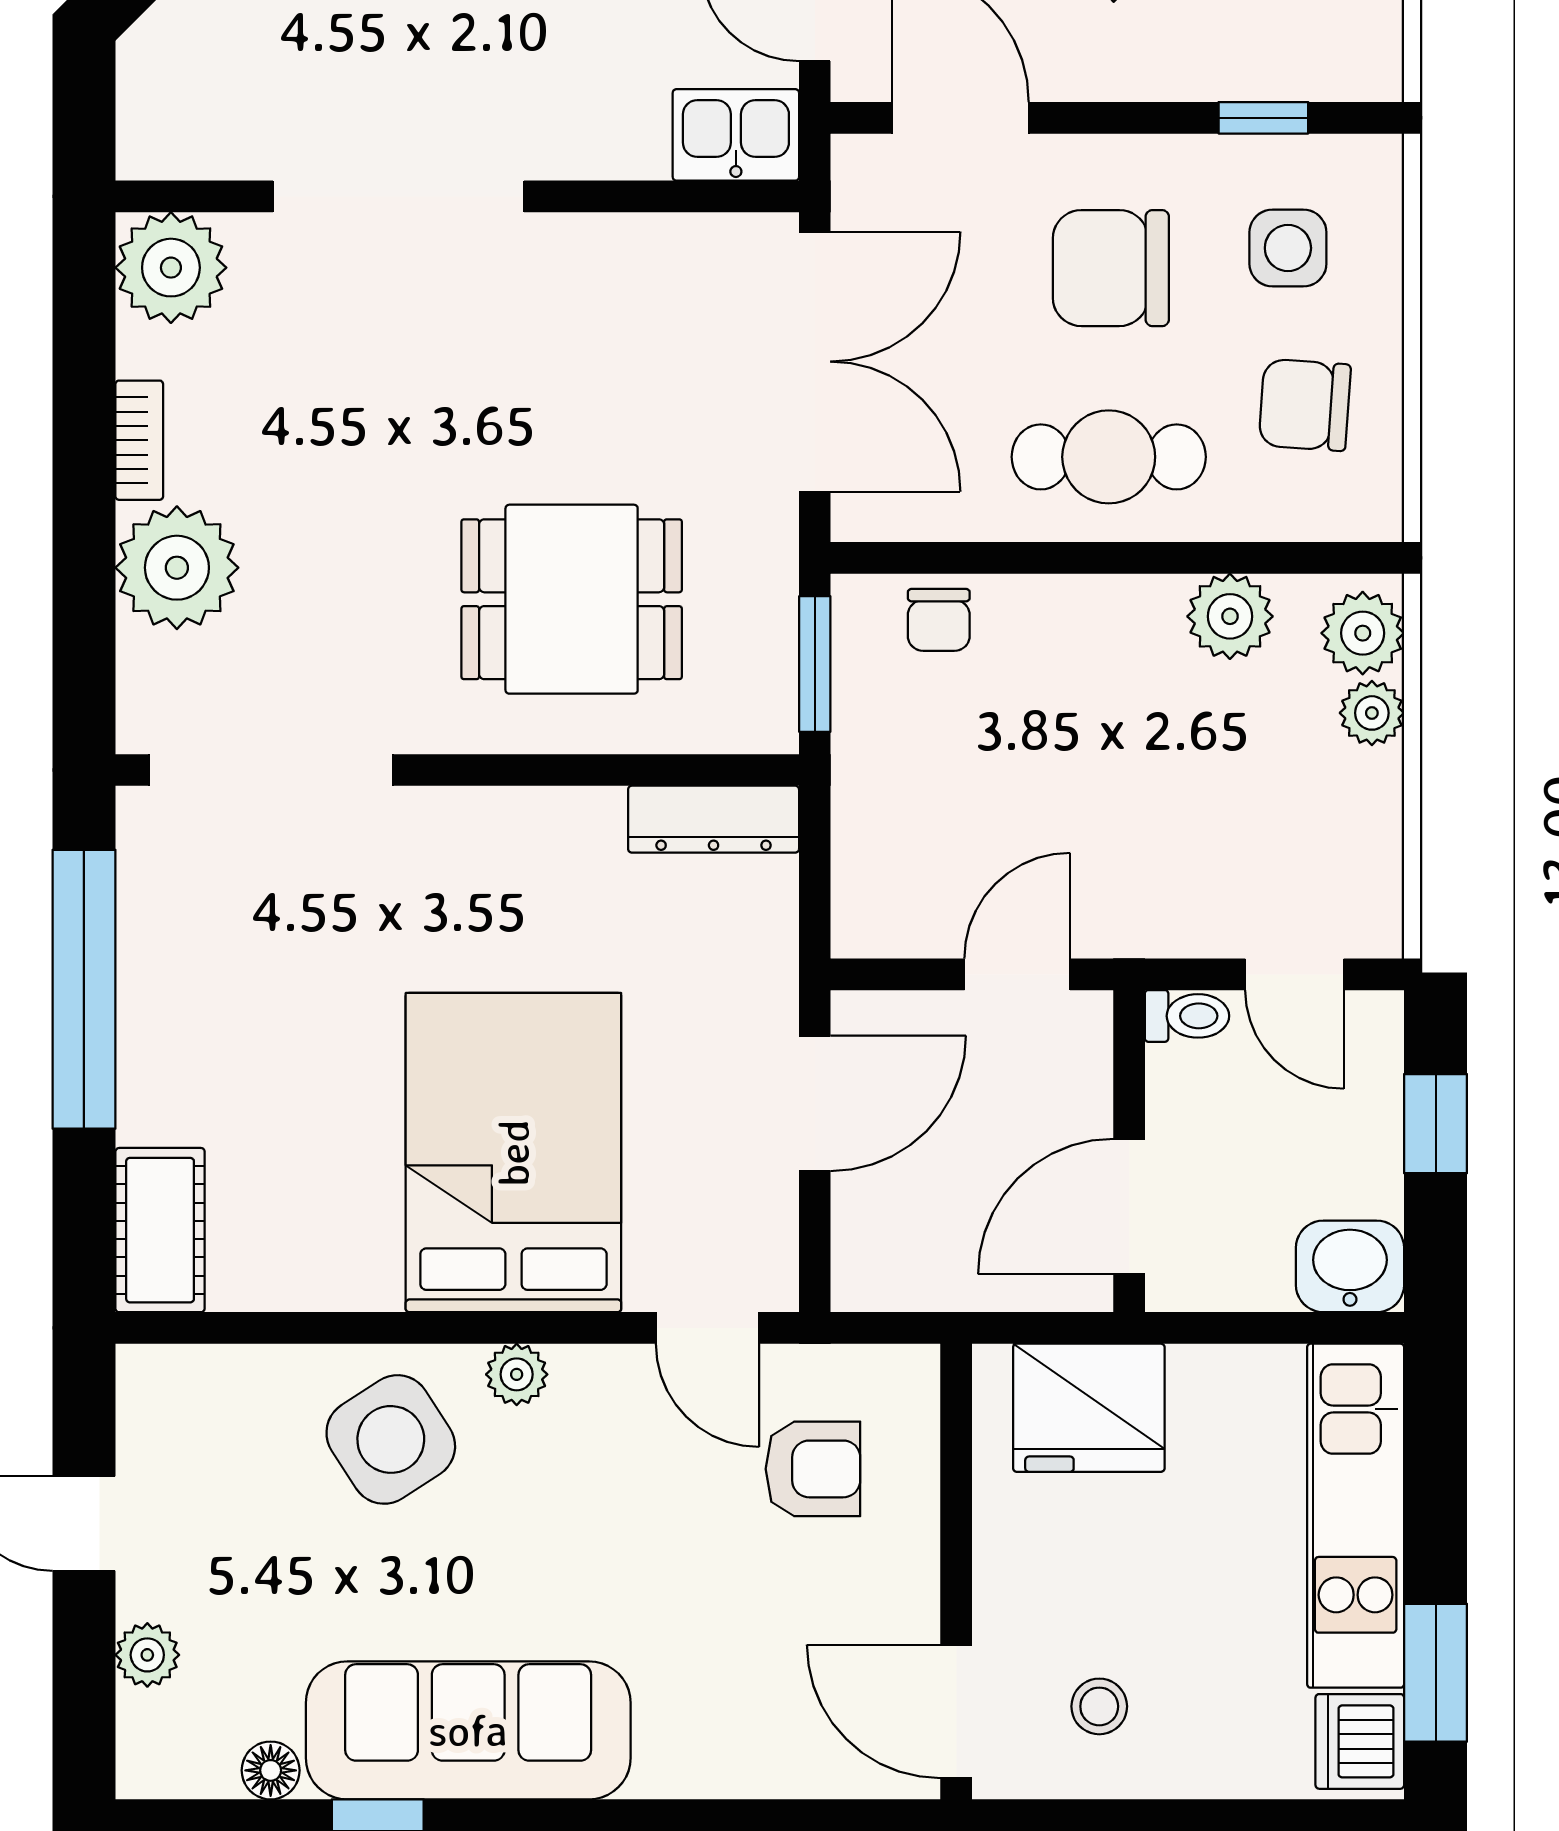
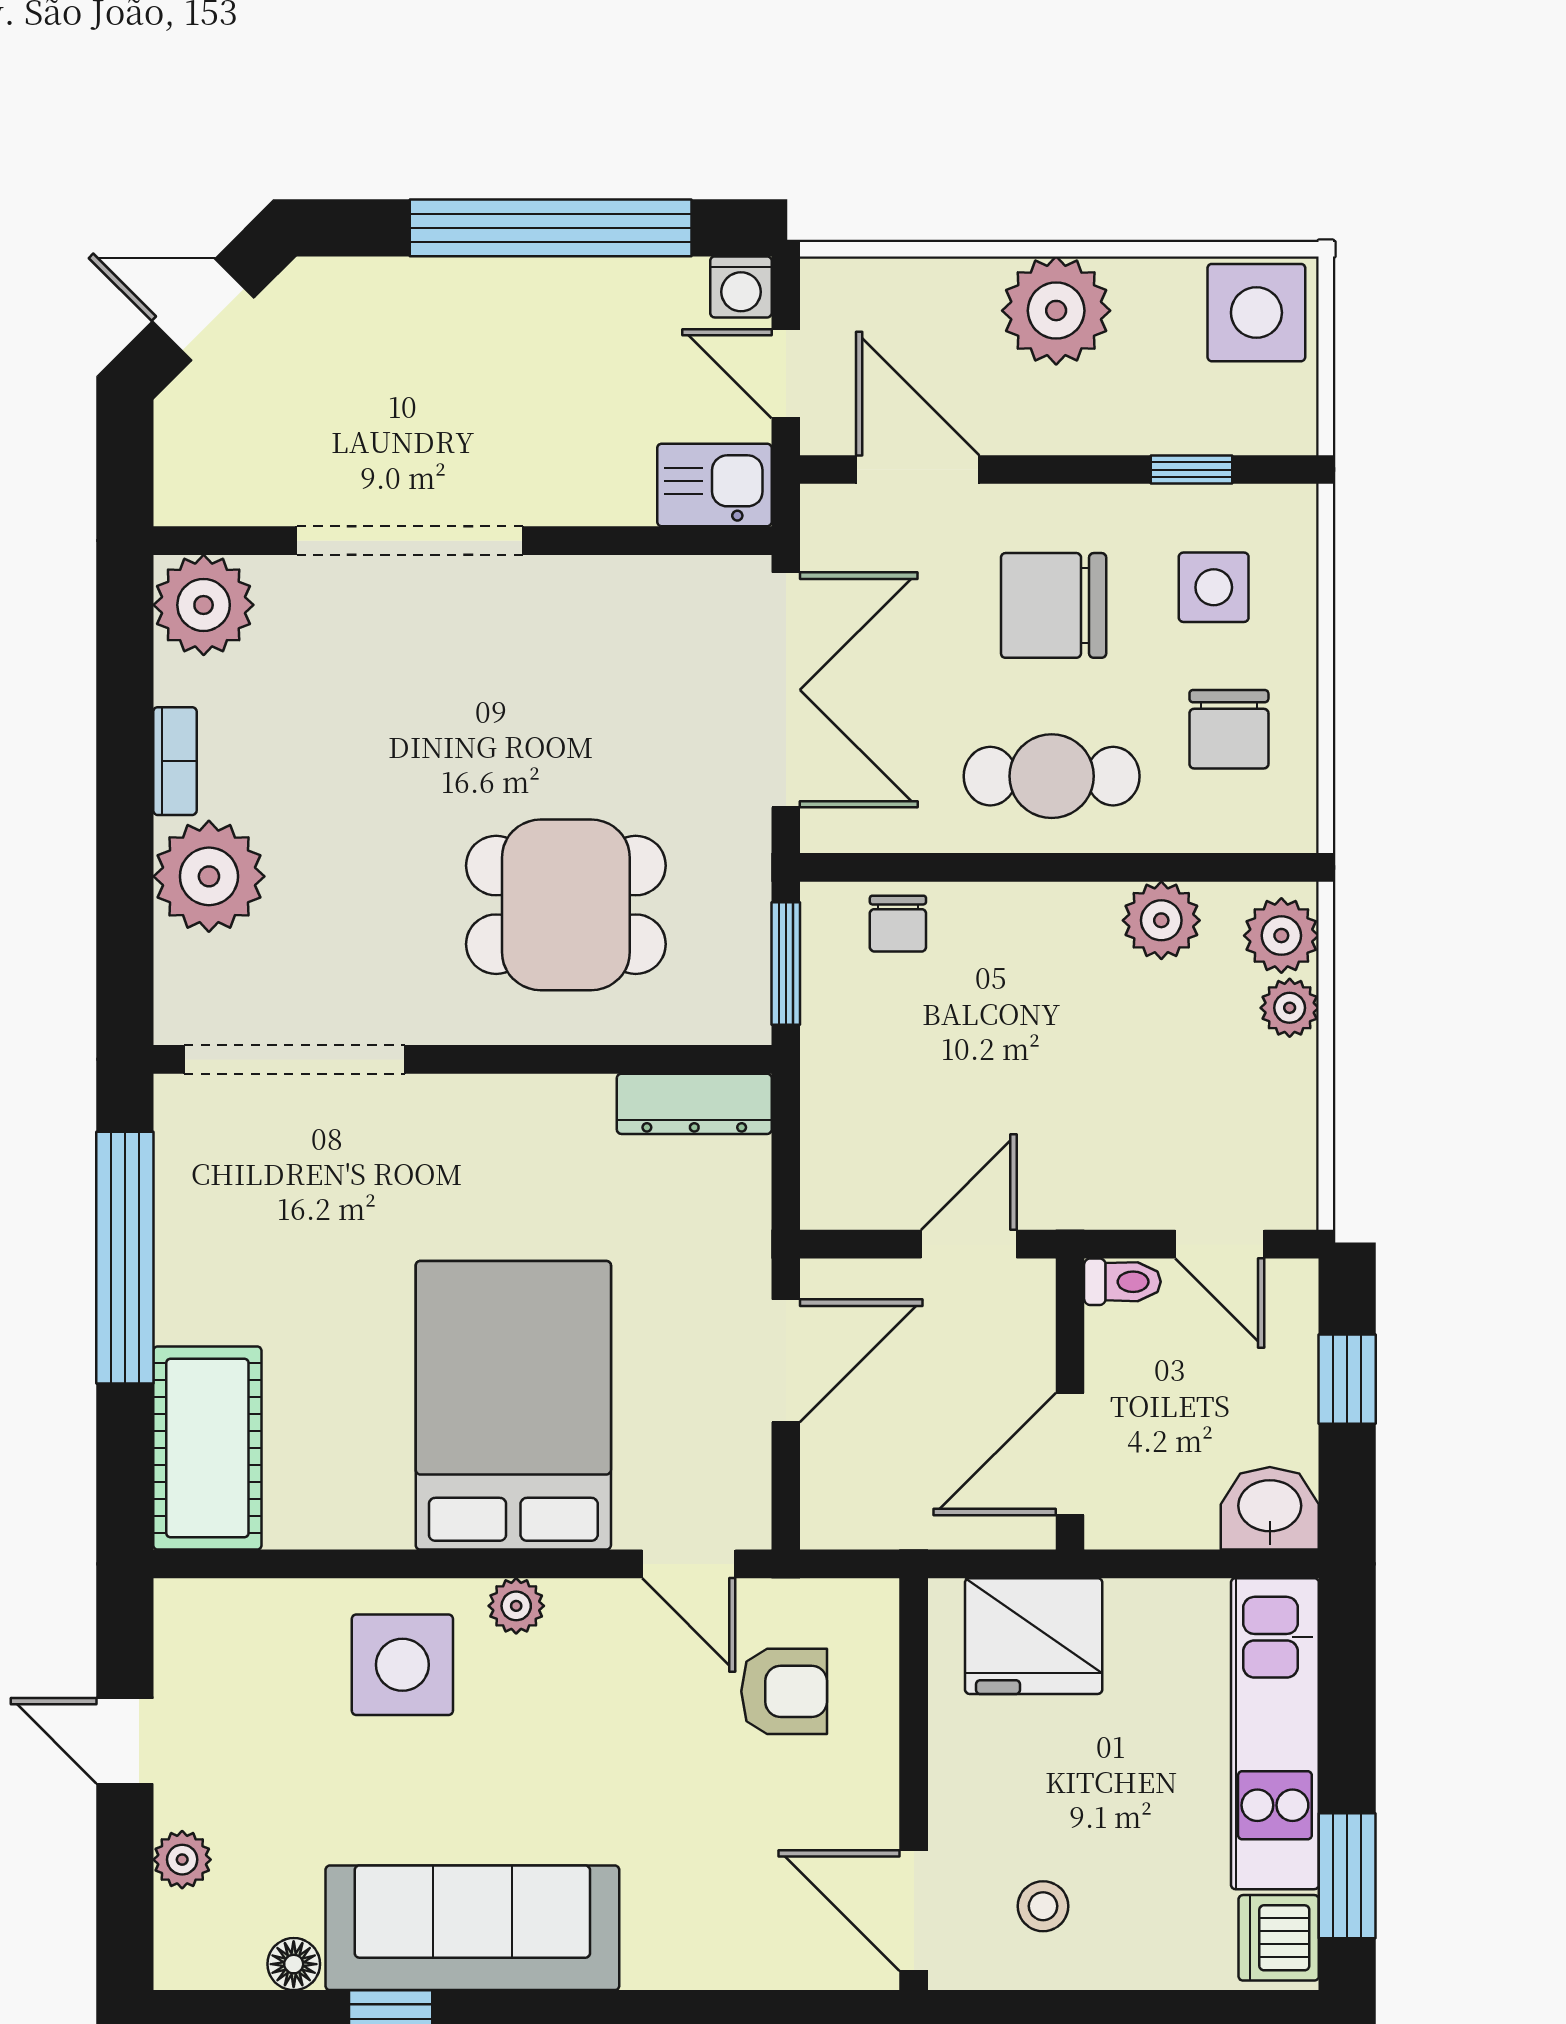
chair: (1305, 405) -> (1229, 729), turned -94
cot: (160, 1230) -> (207, 1448), width x1.37, depth x1.34
side table: (391, 1439) -> (402, 1665), turned 33

